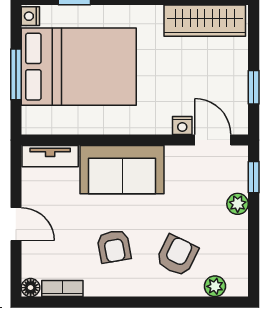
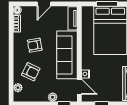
door: (213, 140) -> (79, 87), hinge flipped
sofa: (122, 170) -> (67, 55), width x1.36

